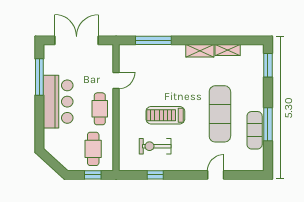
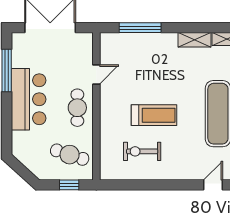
treadmill: (165, 115) -> (154, 115), turned 180
cafe table: (93, 149) -> (70, 155), turned -72
window: (155, 175) -> (142, 185), removed

